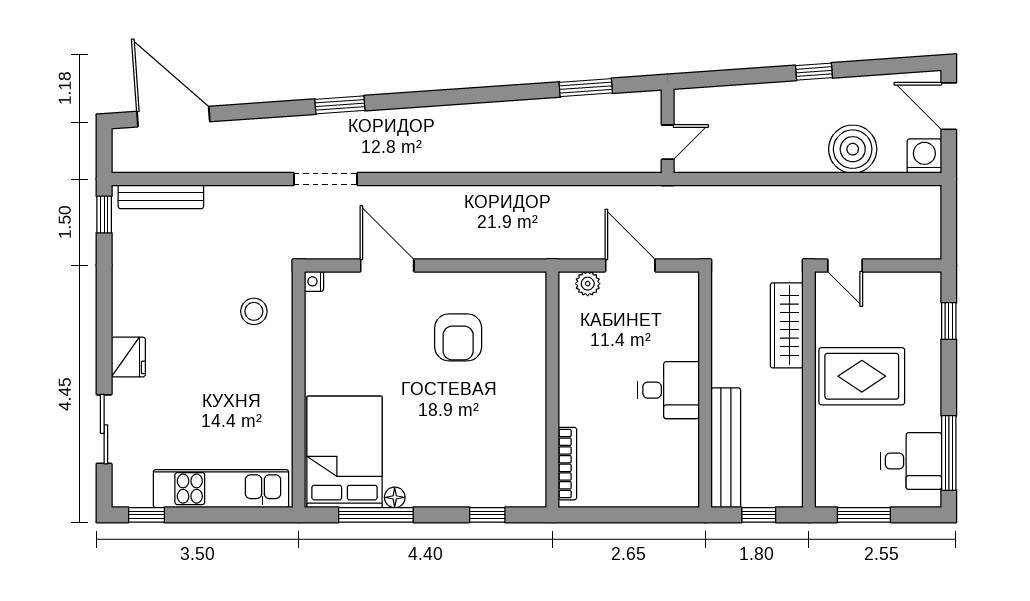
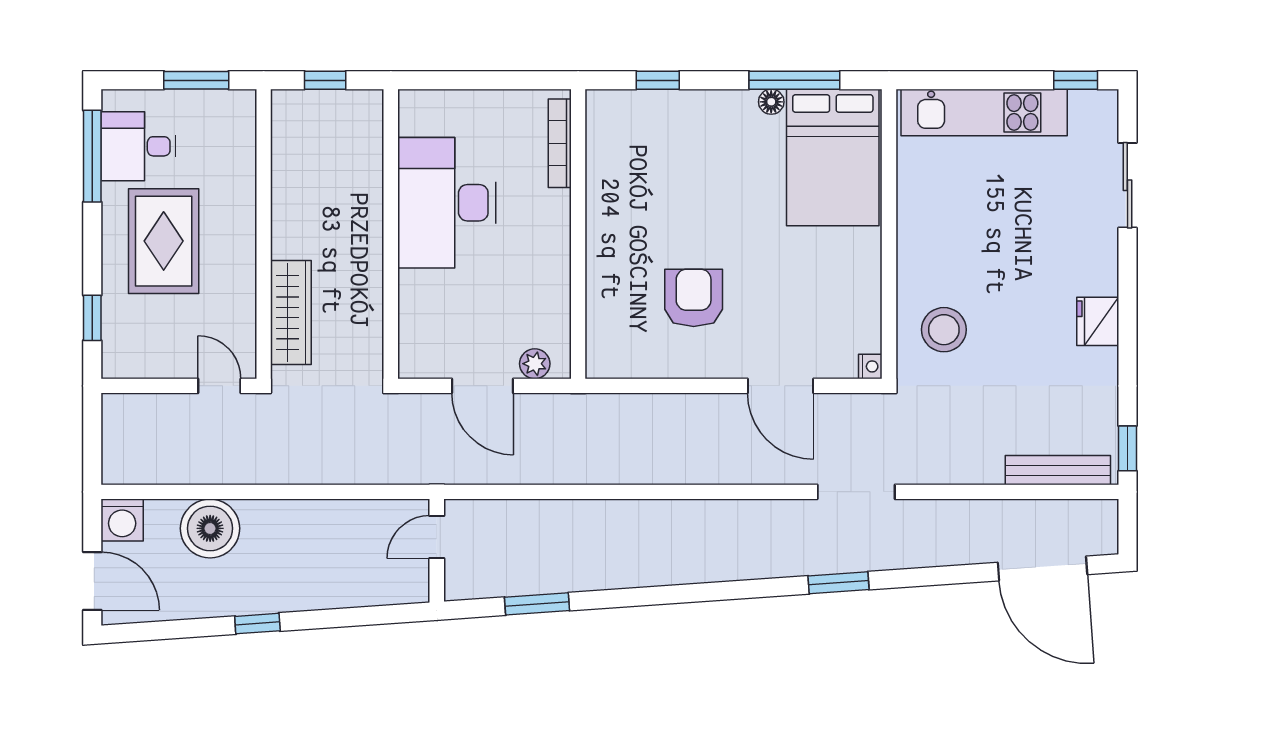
stool: (254, 311) -> (944, 330), width x1.38, depth x1.38
fridge: (128, 357) -> (1098, 321), moved
rug: (862, 376) -> (164, 241), moved, turned 90
desk: (669, 390) -> (447, 203), width x1.87, depth x1.30
bench: (726, 448) -> (365, 163), removed

